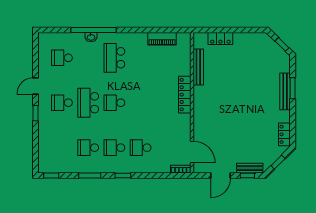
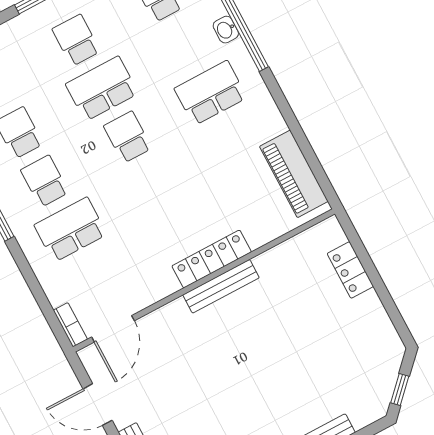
piano: (162, 39) -> (294, 174), width x1.37, depth x1.33
bench: (198, 67) -> (221, 286), moved
school desk: (141, 148) -> (71, 230), width x1.85

